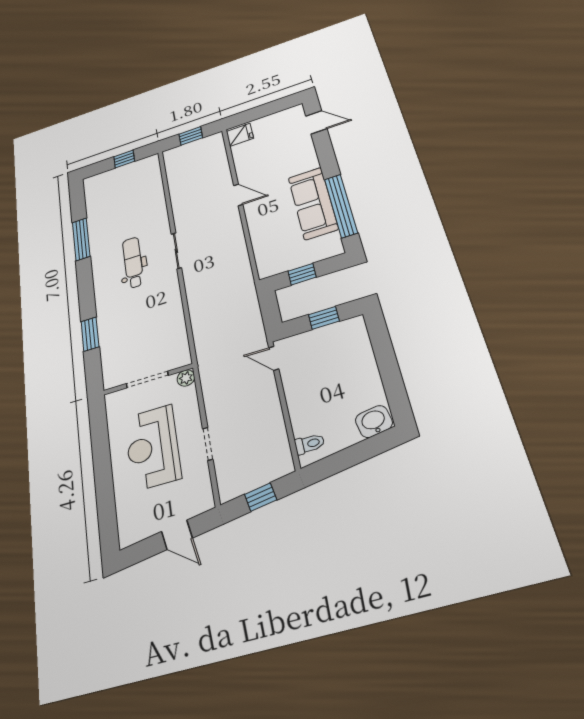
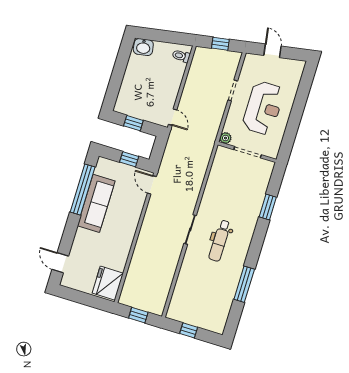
fridge: (240, 135) -> (108, 283), width x1.88, depth x1.34
door: (238, 195) -> (152, 185), moved

